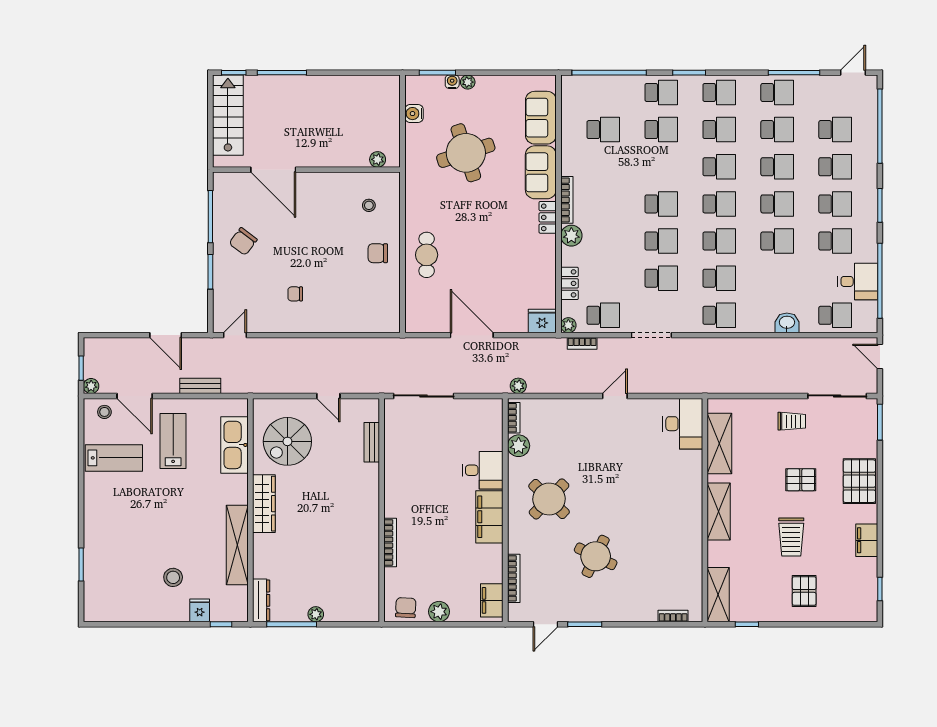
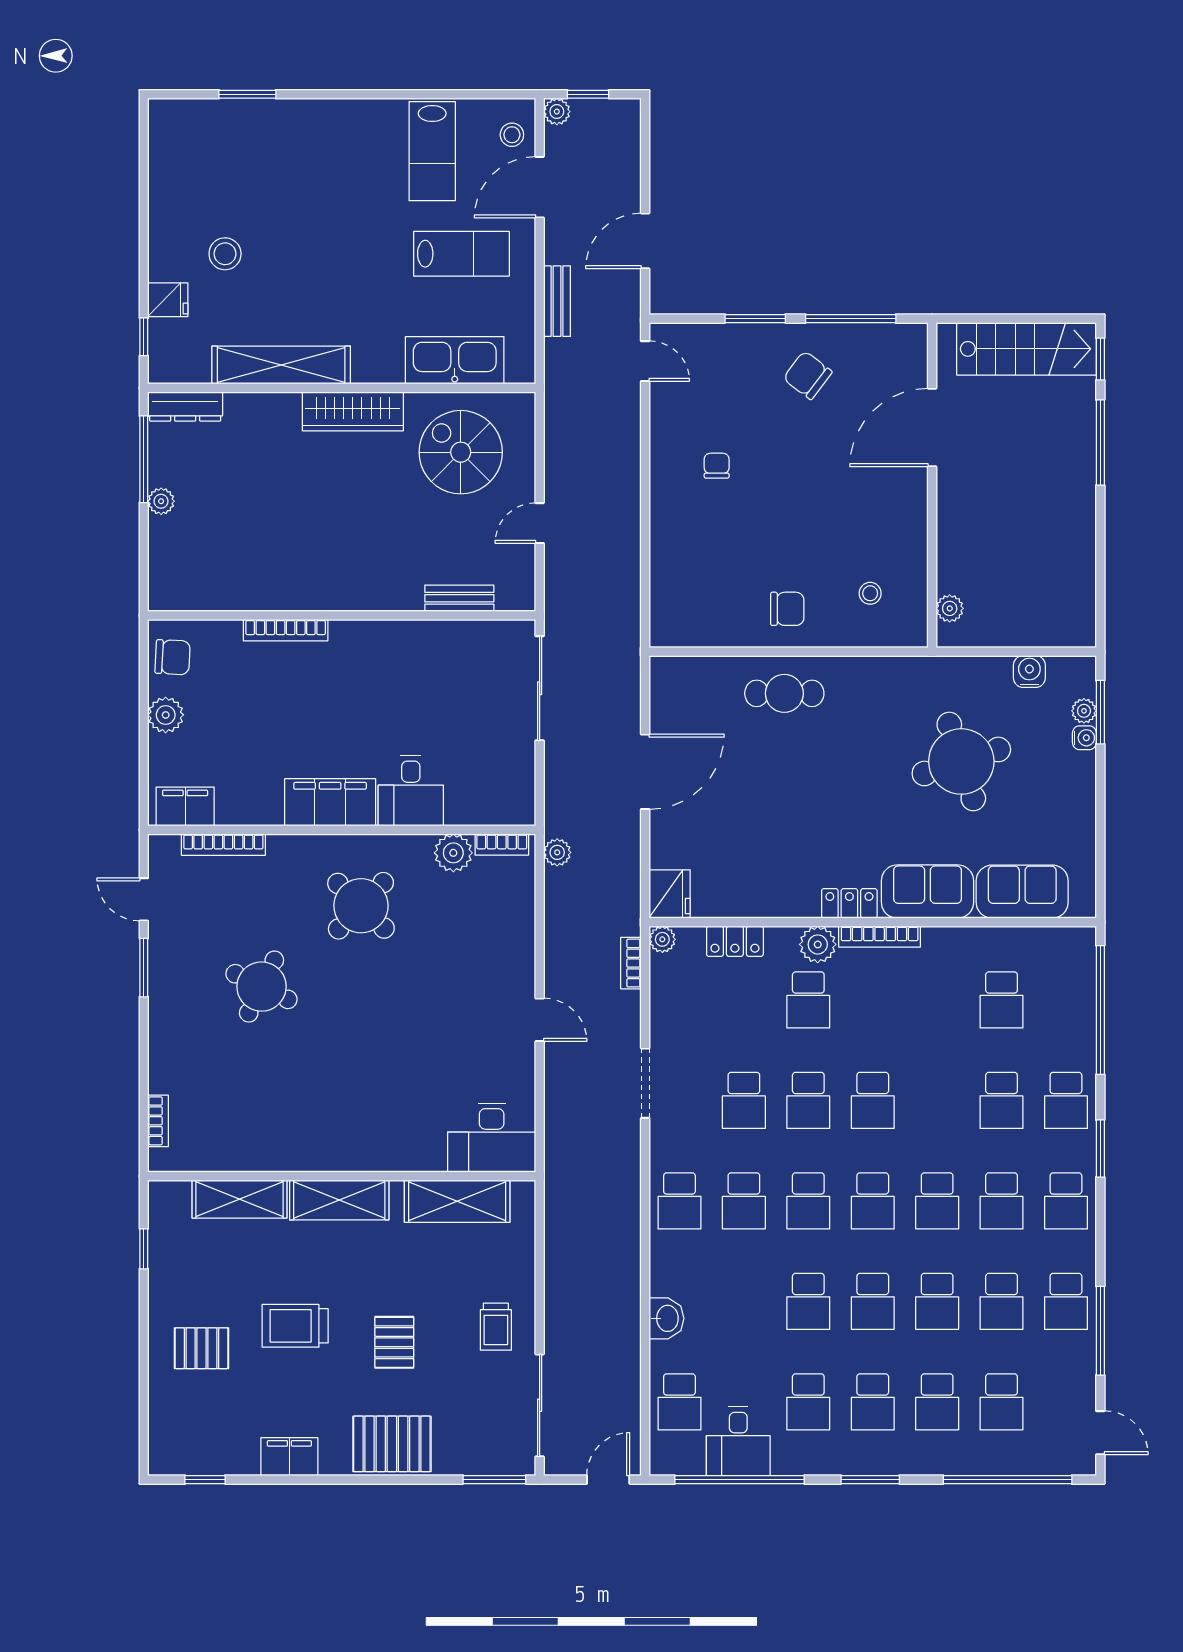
plant: (468, 82) -> (1084, 711), moved
chair: (378, 253) -> (787, 609), turned 90
school desk: (603, 315) -> (808, 1000), moved
shelving: (718, 595) -> (239, 1199), moved

